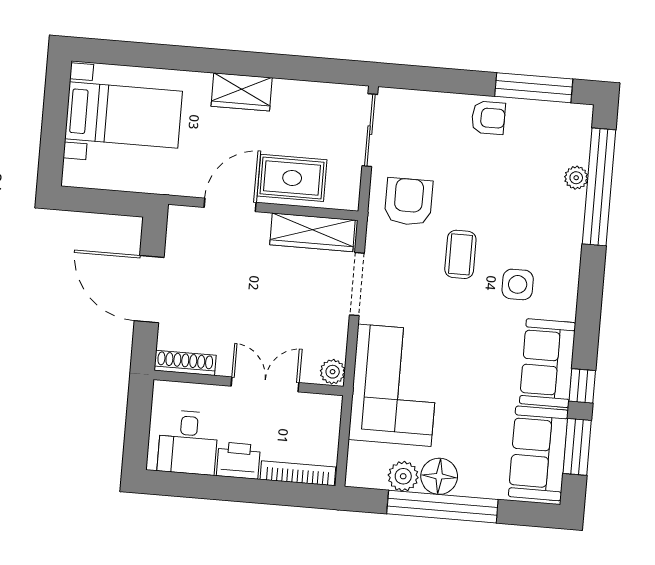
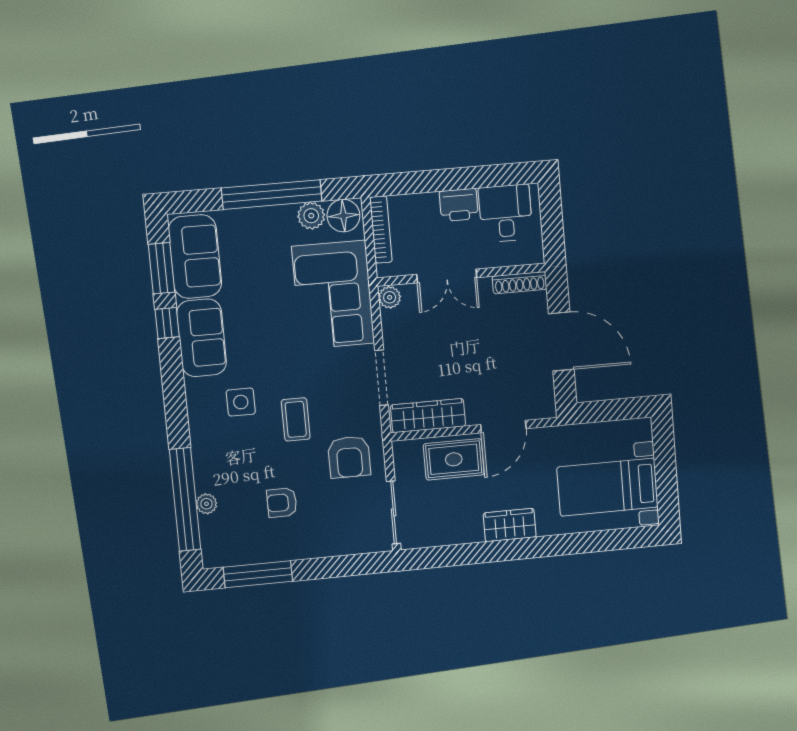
armchair: (488, 118) -> (282, 503), moved
bookcase: (298, 473) -> (381, 230), moved, turned -90
floor lamp: (439, 476) -> (343, 216), moved

